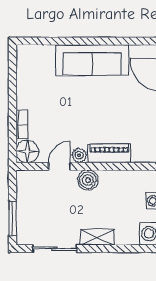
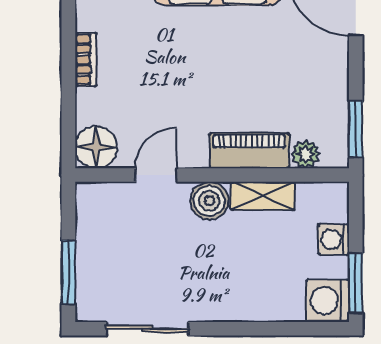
bookcase: (22, 124) -> (86, 59), moved
plant: (79, 155) -> (306, 154), moved
shelving: (97, 237) -> (263, 196), moved

